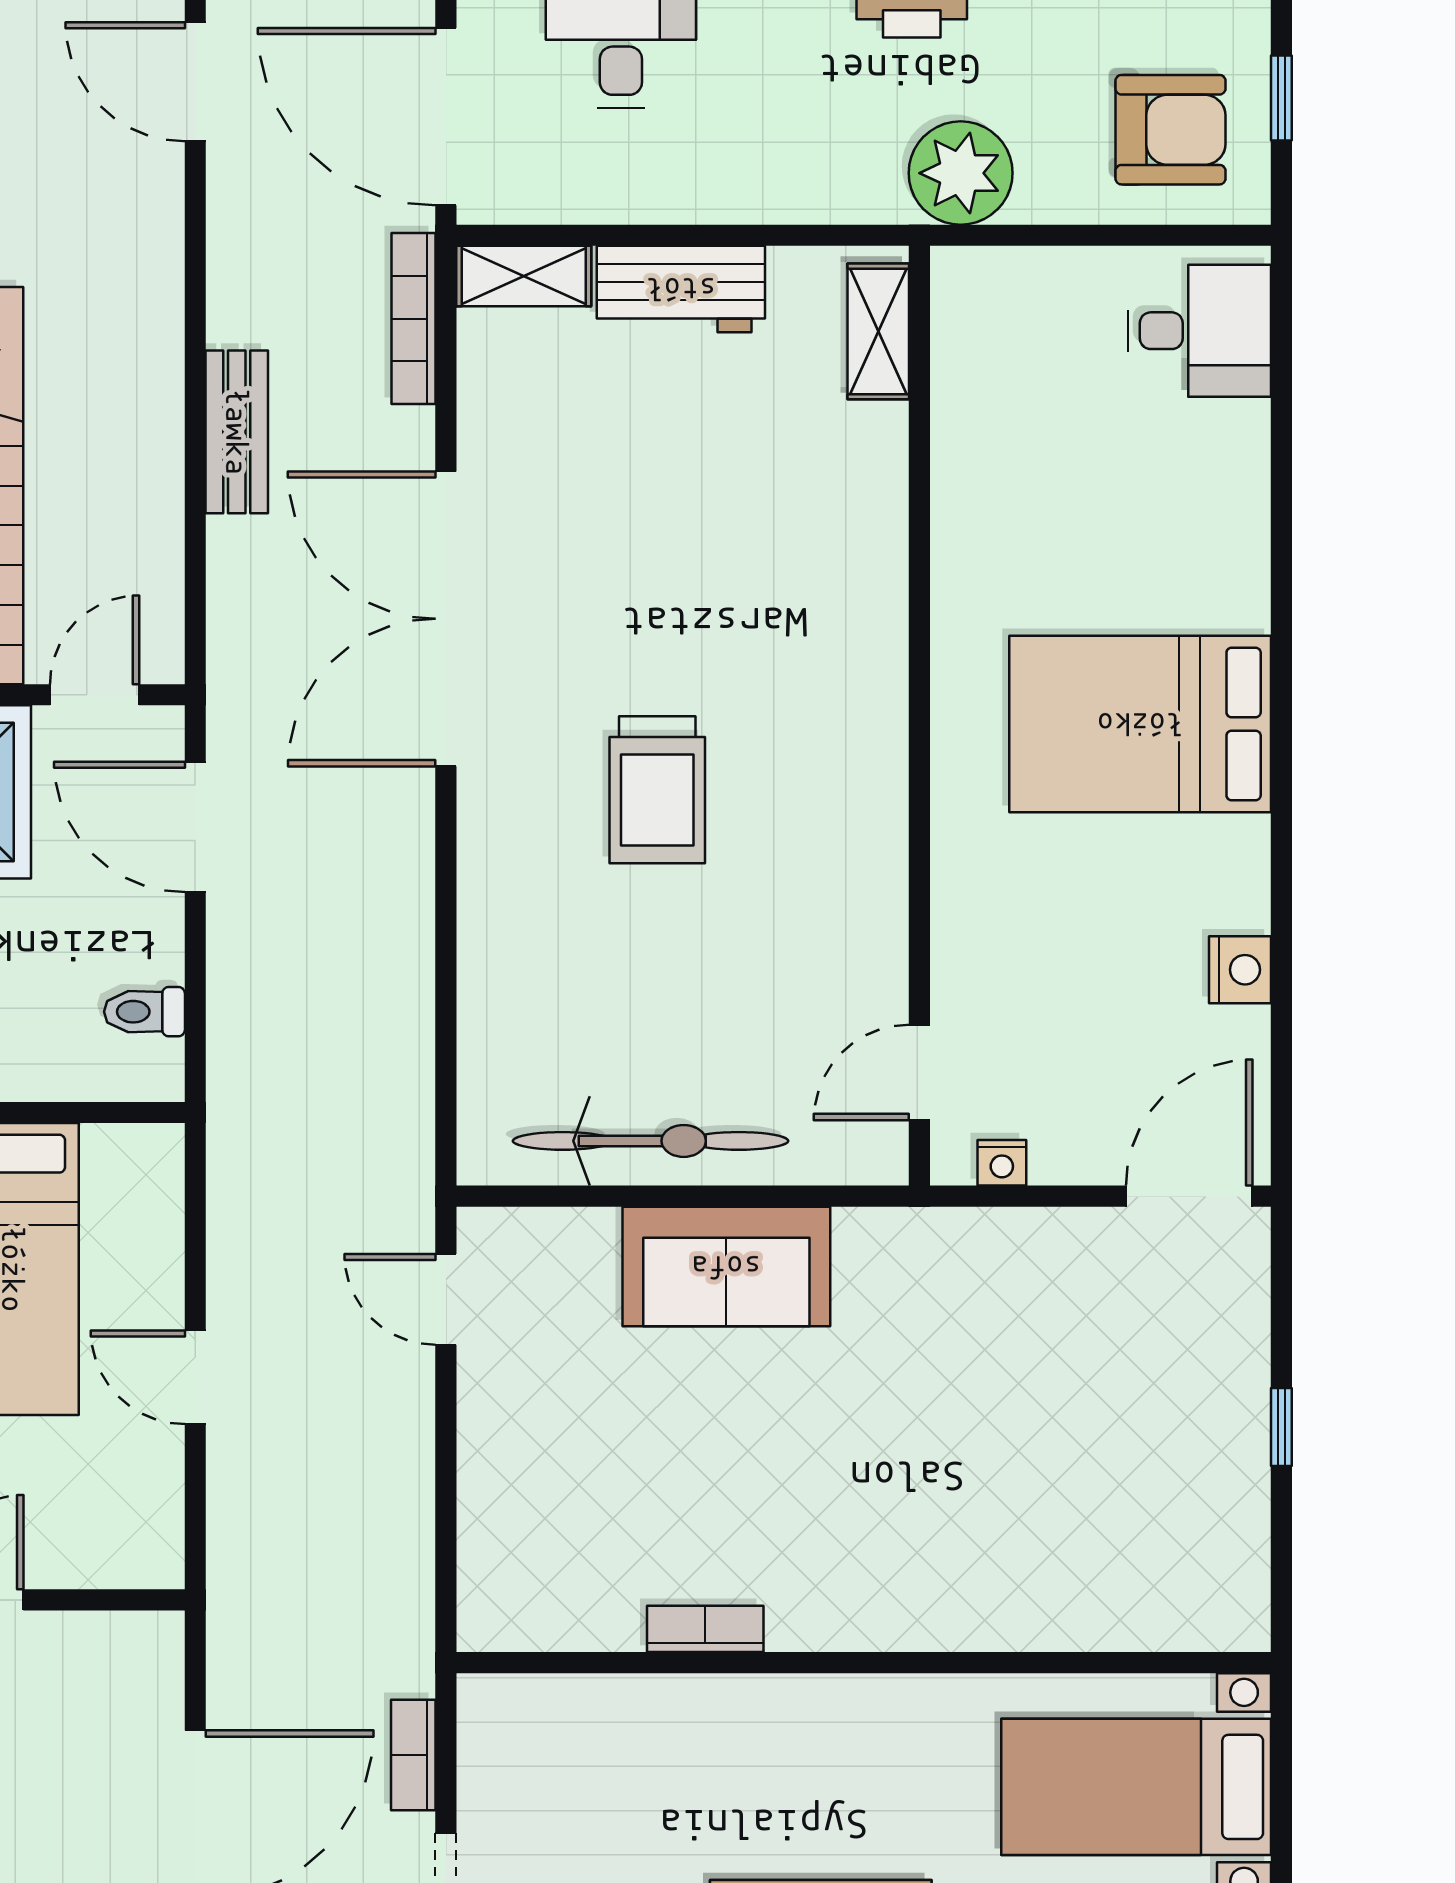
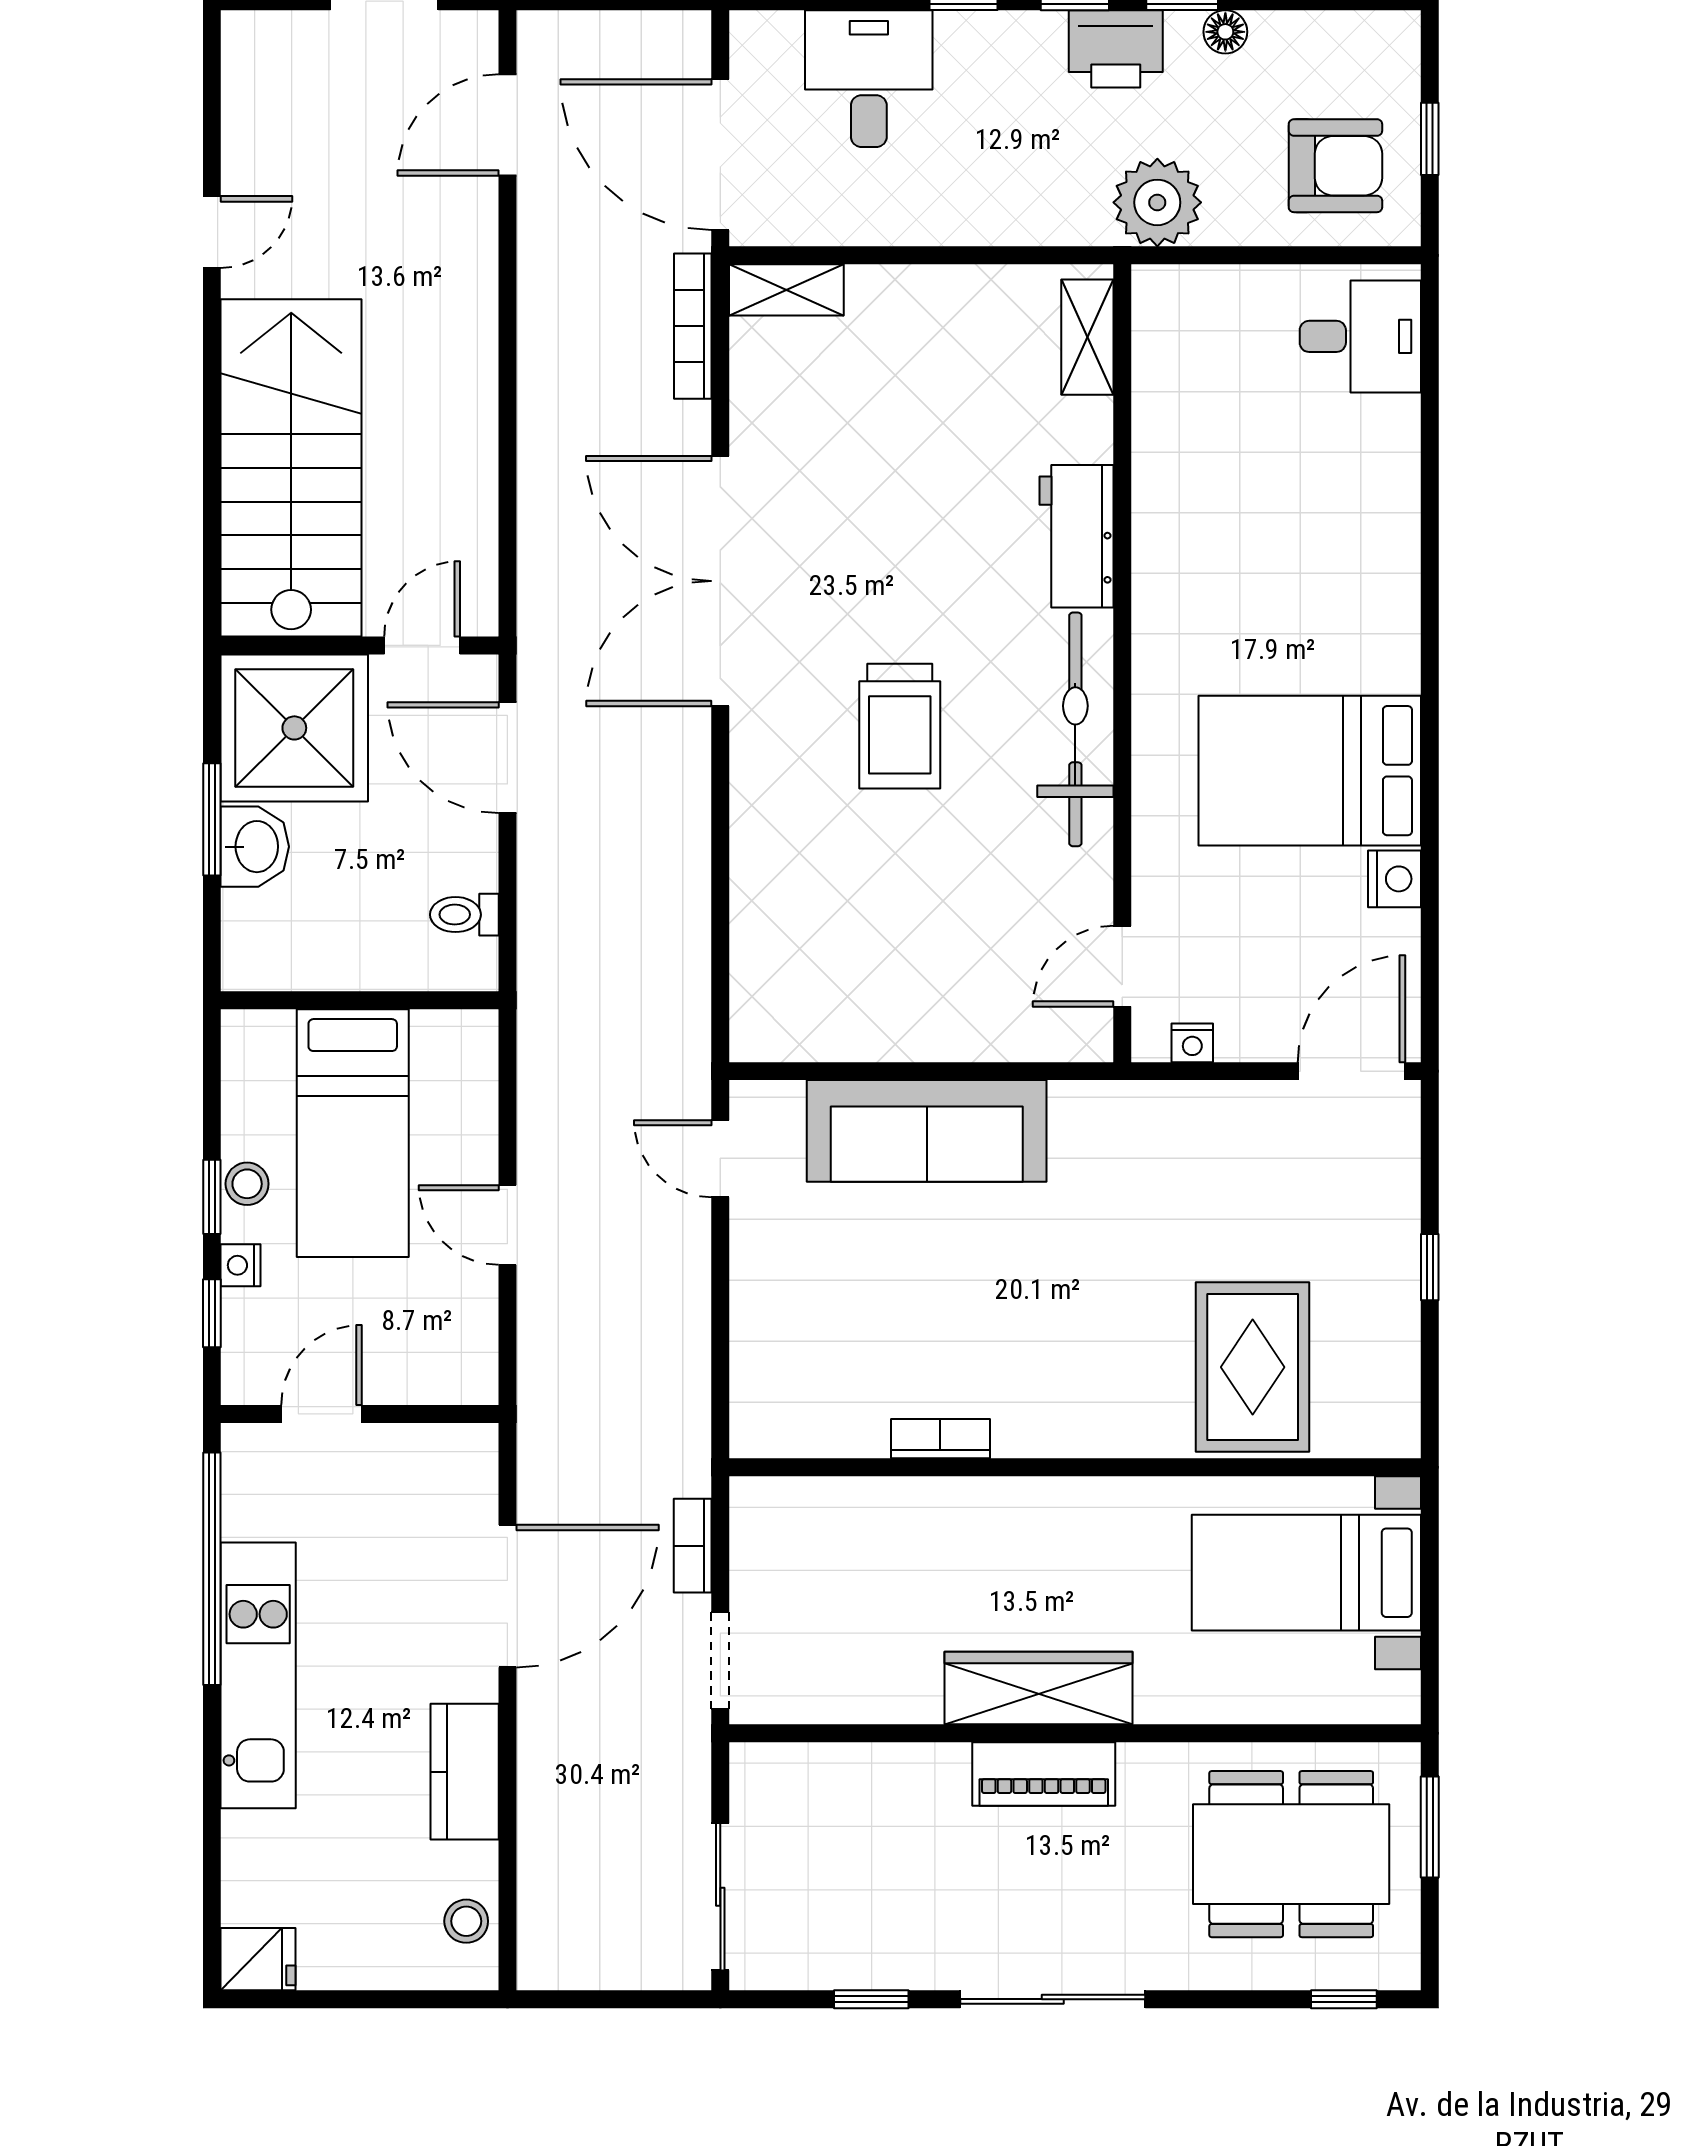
door: (195, 82) -> (507, 125), hinge flipped
workbench: (681, 289) -> (1077, 536), moved, turned 90
bench: (237, 432) -> (543, 422), removed
bed: (1140, 724) -> (1310, 771), moved
bicycle: (651, 1141) -> (1075, 729), moved, turned -90
sofa: (726, 1267) -> (927, 1131), width x1.36
rug: (1073, 1545) -> (1253, 1367), added

